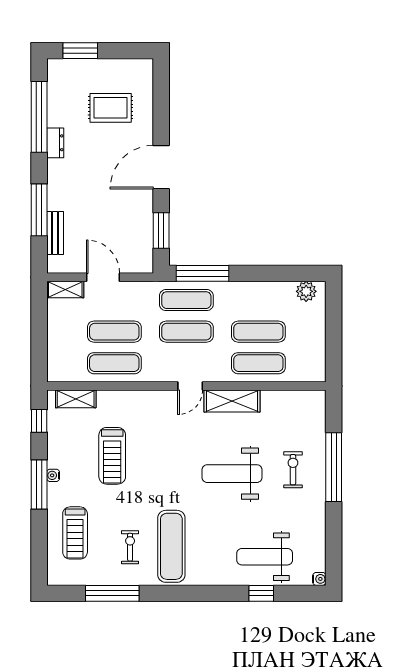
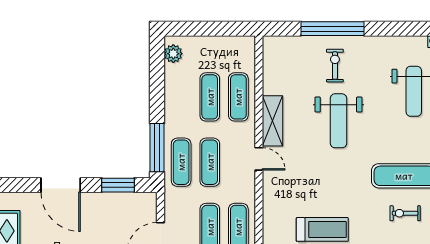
exercise bike: (293, 470) -> (335, 66), turned 90

